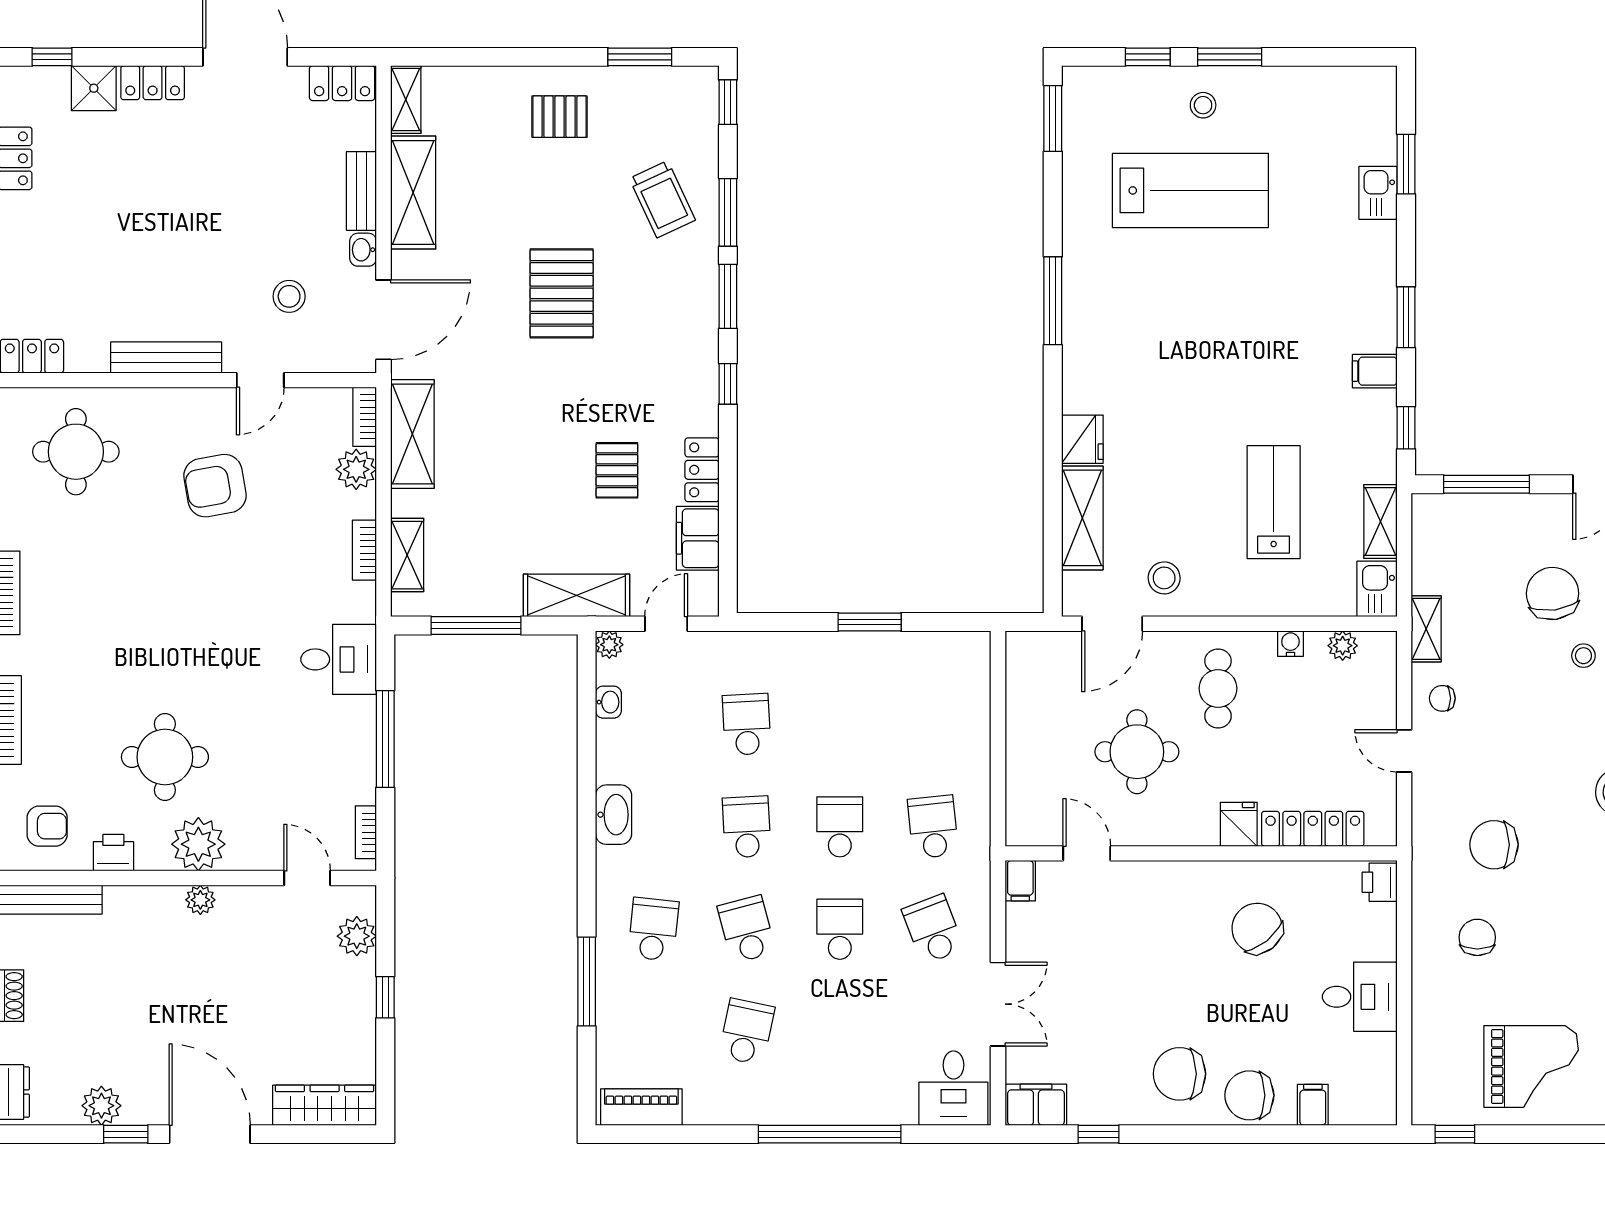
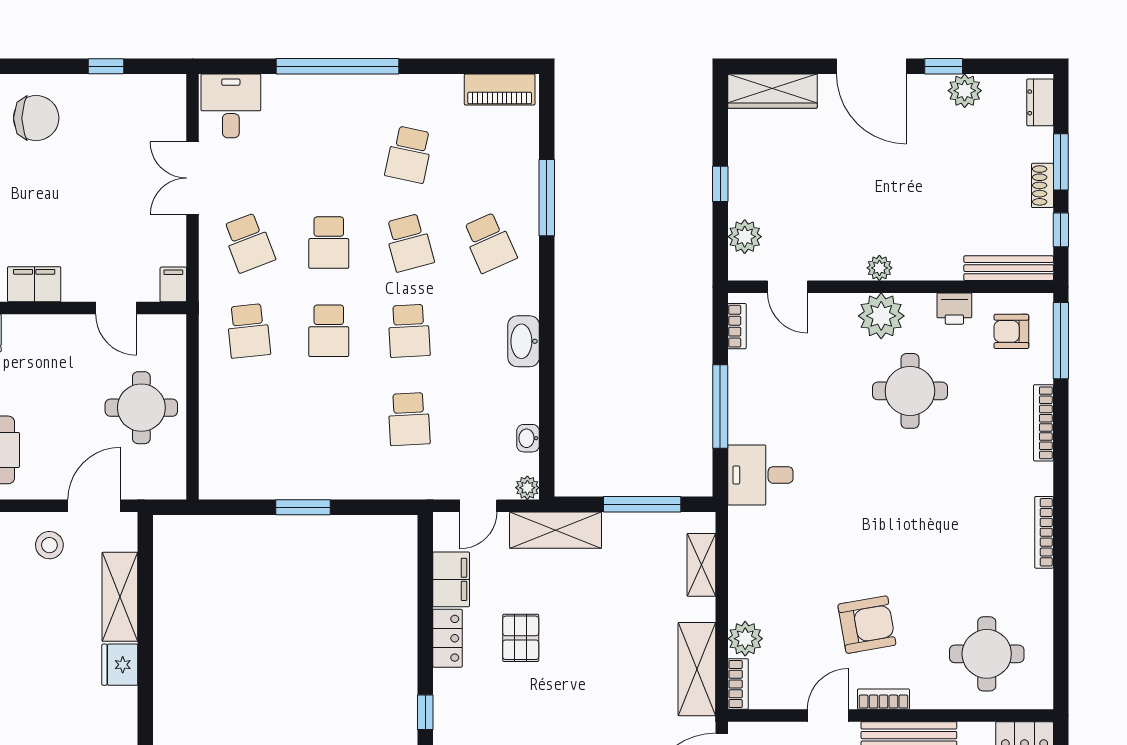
bookcase: (364, 550) -> (883, 699), moved, turned -90
round table: (1137, 752) -> (141, 408), moved
school desk: (653, 929) -> (489, 243), turned -30
filing cabinet: (1036, 1105) -> (34, 284), moved, turned 180

